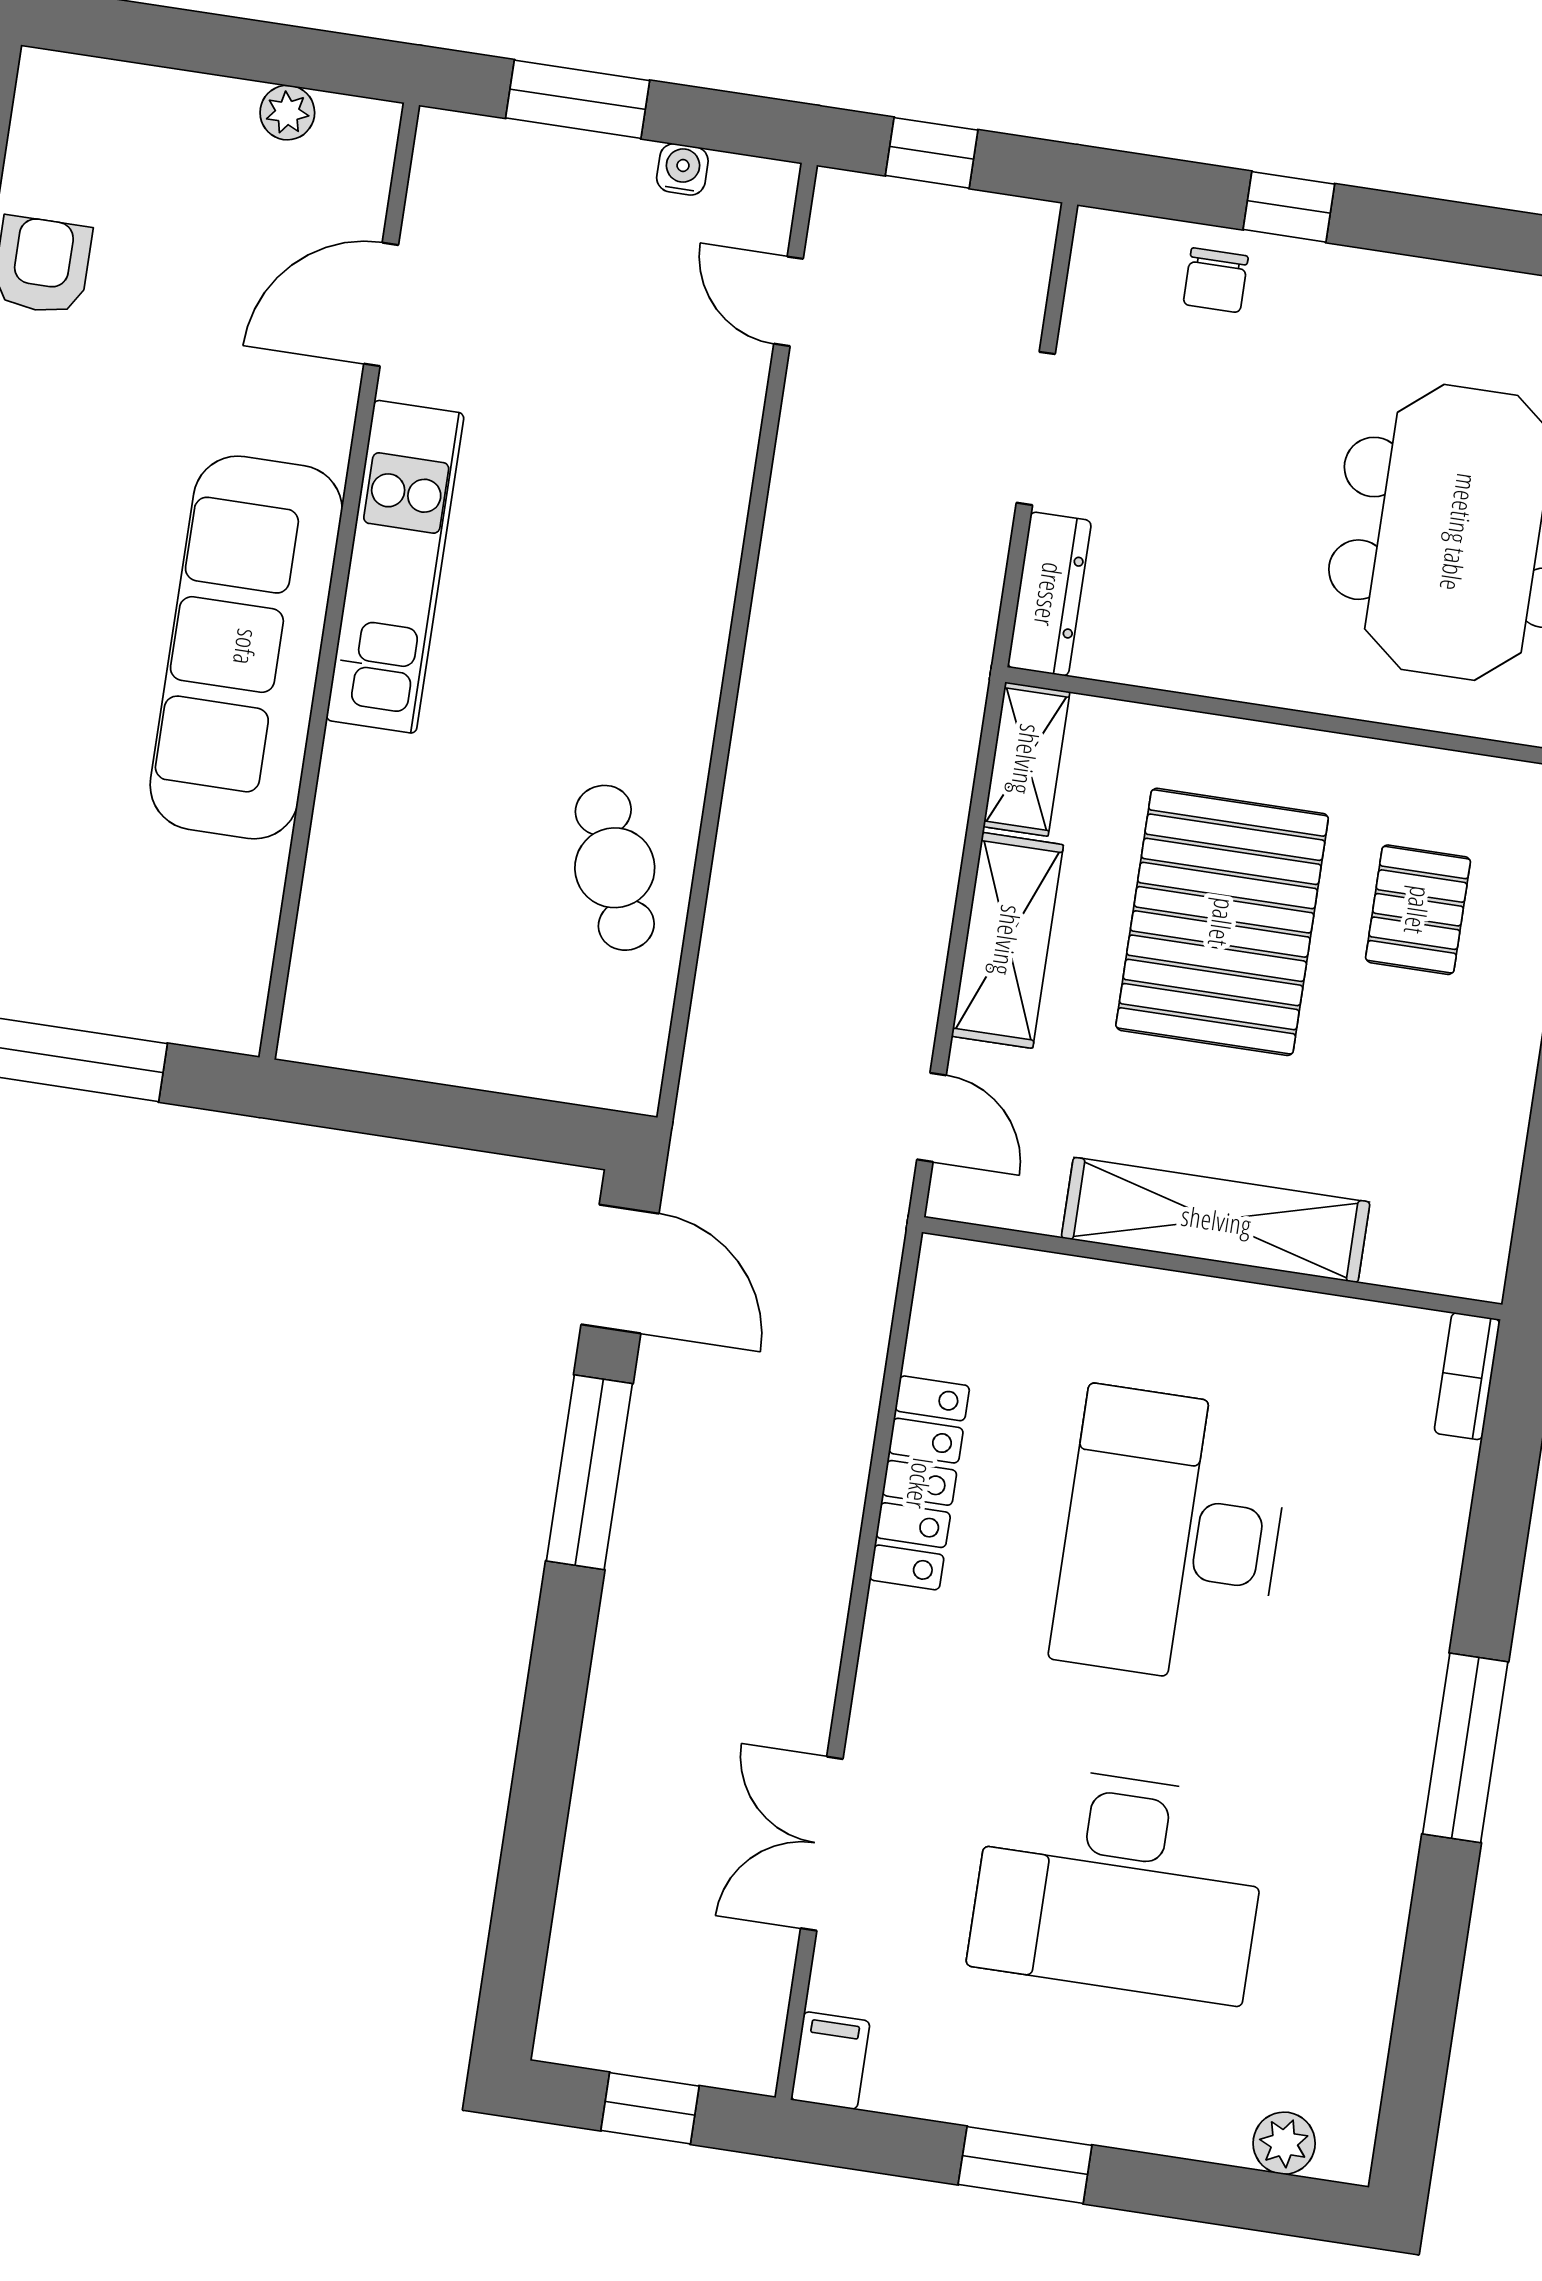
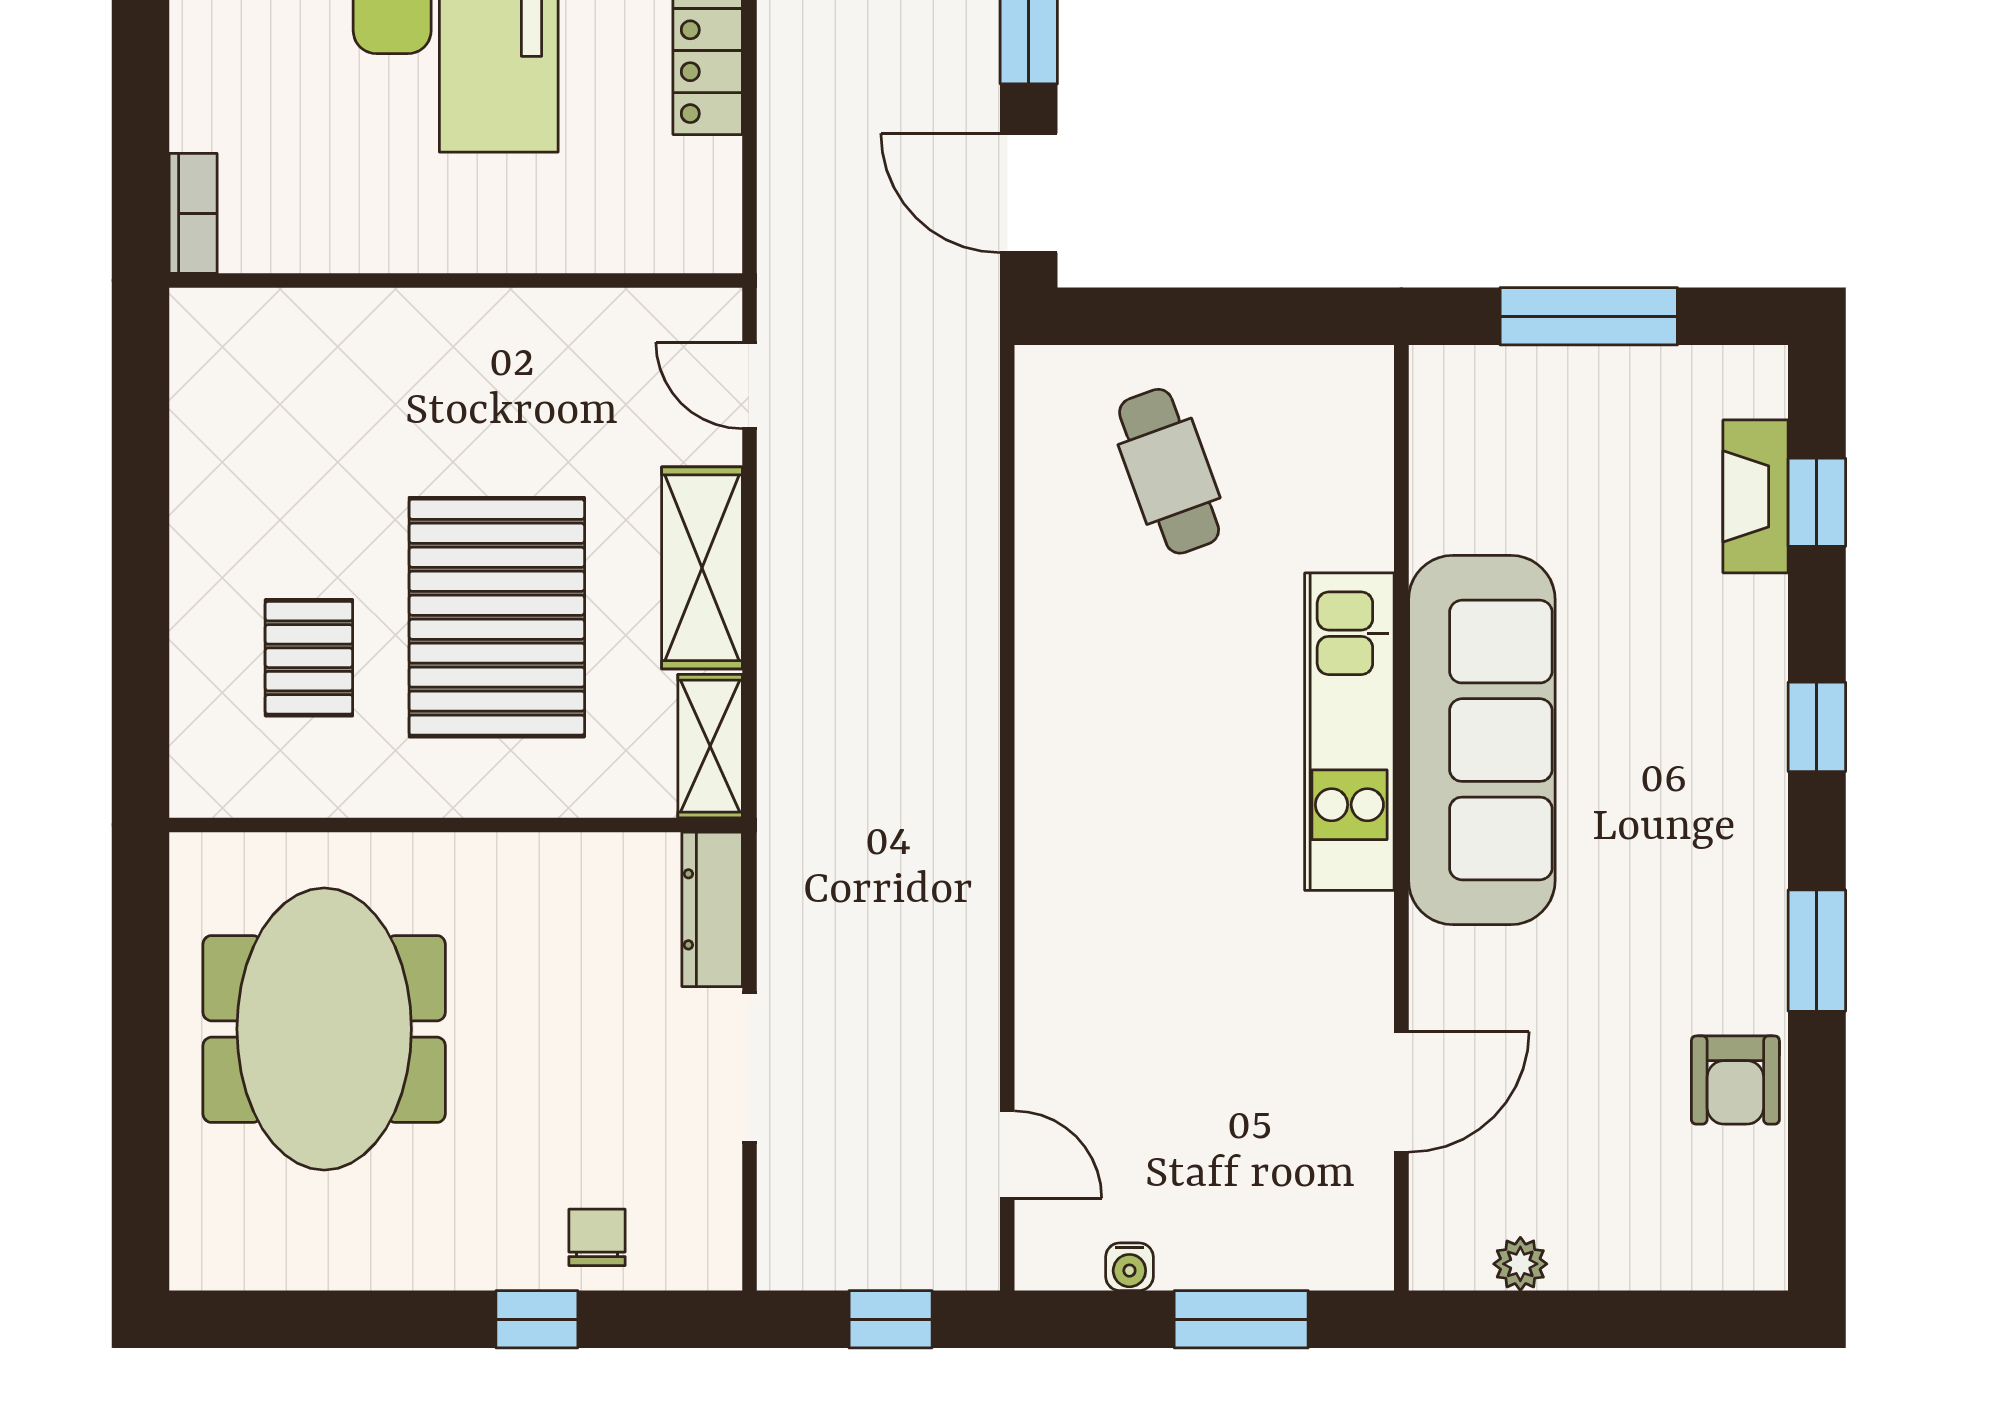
kitchen unit: (395, 567) -> (1349, 732), moved
cafe table: (615, 868) -> (1169, 471), moved
shelving: (1216, 1220) -> (459, 328), removed

